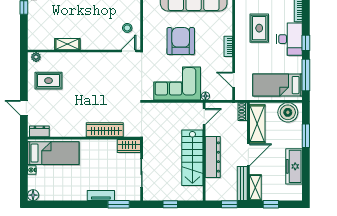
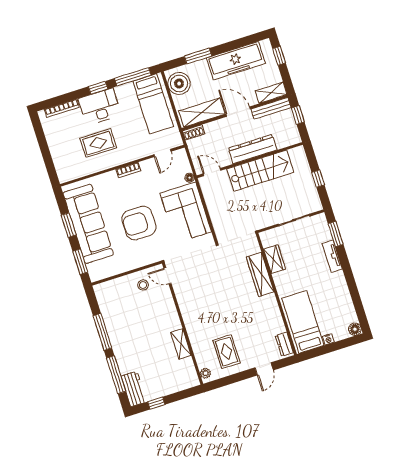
wardrobe: (129, 146) -> (275, 259), moved
freezer: (294, 166) -> (236, 61), width x1.36, depth x1.26
window: (271, 204) -> (279, 56), moved

